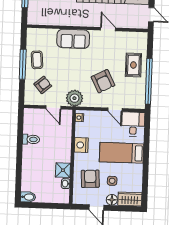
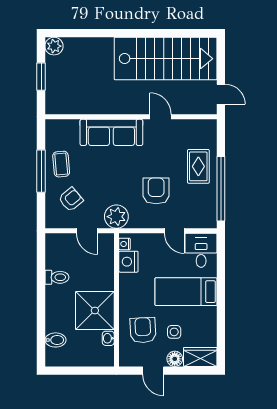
sofa: (73, 39) -> (111, 132), width x1.36
armchair: (103, 81) -> (156, 191), turned -153
nightstand: (81, 145) -> (128, 262), moved
shower: (63, 170) -> (95, 311), width x1.86, depth x1.86
bidet: (28, 197) -> (56, 340), moved

